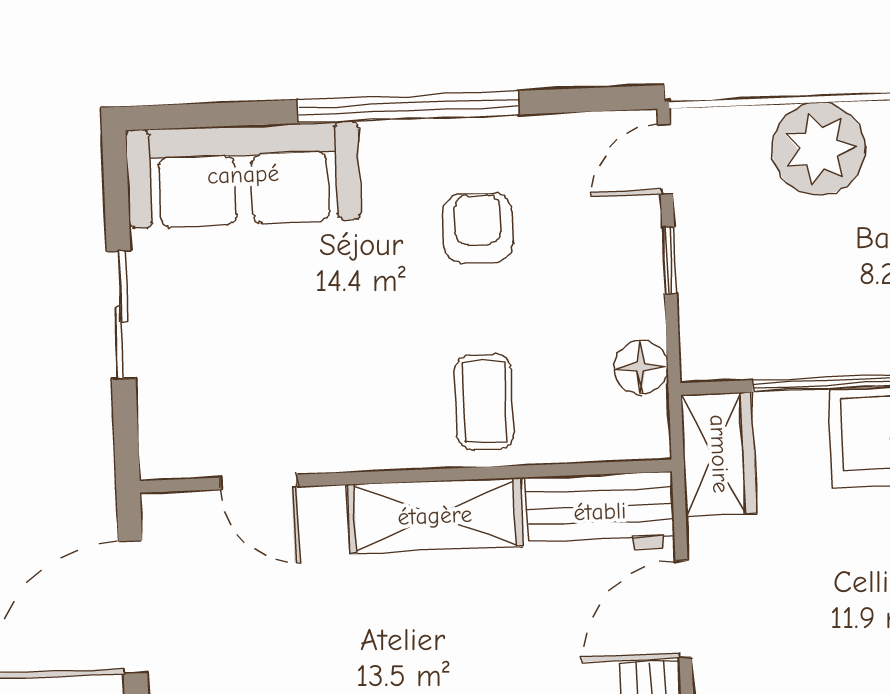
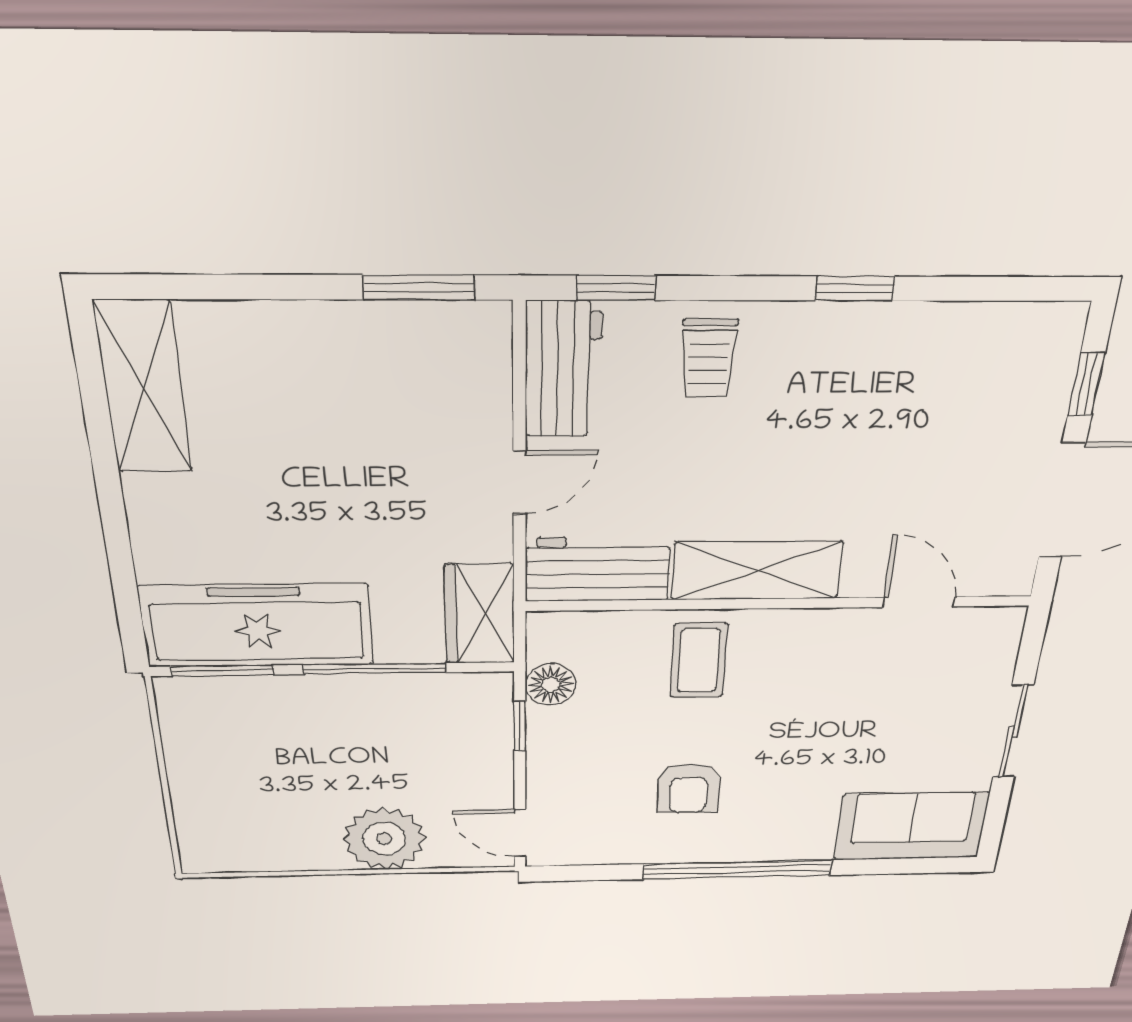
door: (665, 159) -> (520, 833), swing flipped
sofa: (243, 175) -> (911, 826), width x0.73
window: (669, 260) -> (520, 726), moved
door: (683, 609) -> (519, 483), width x0.73

